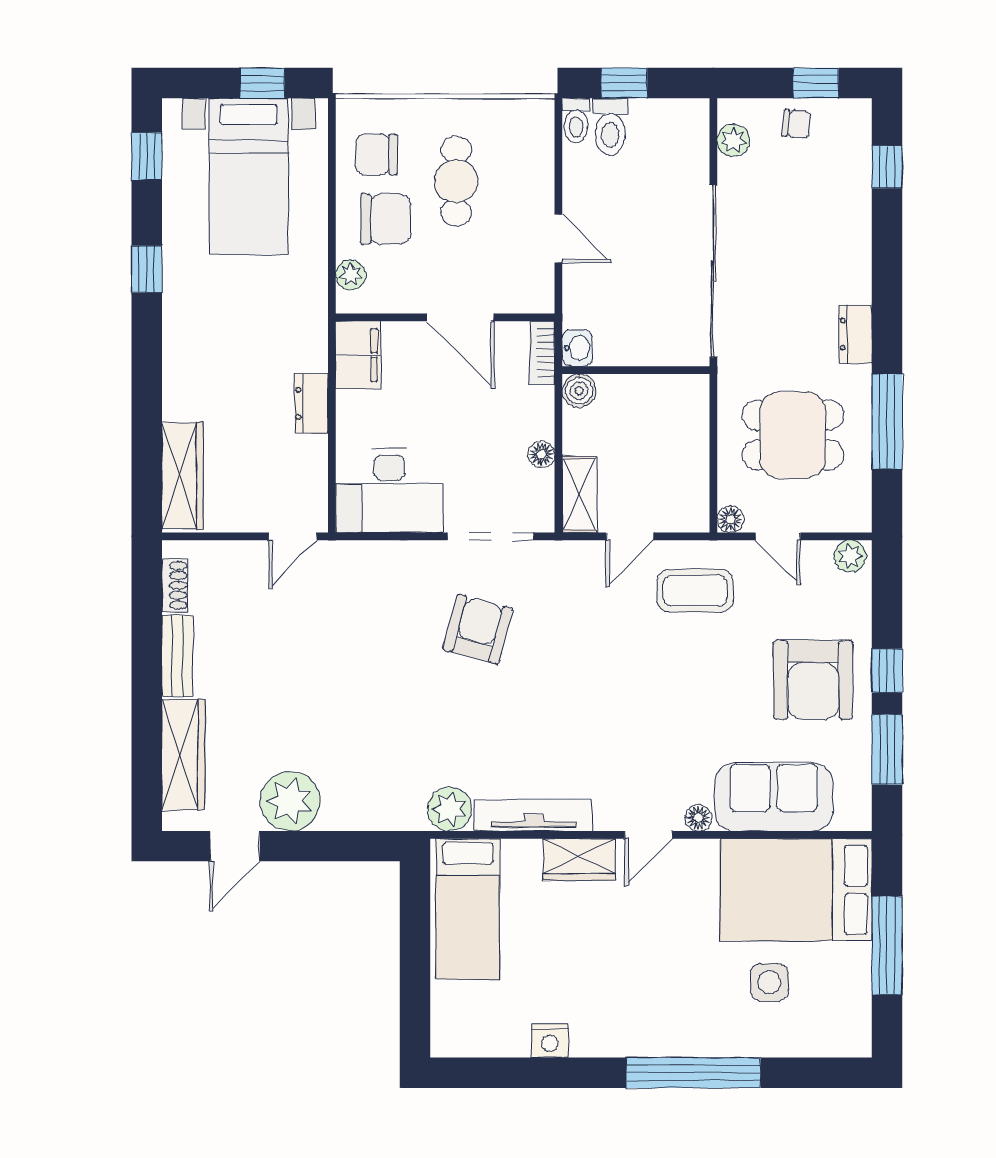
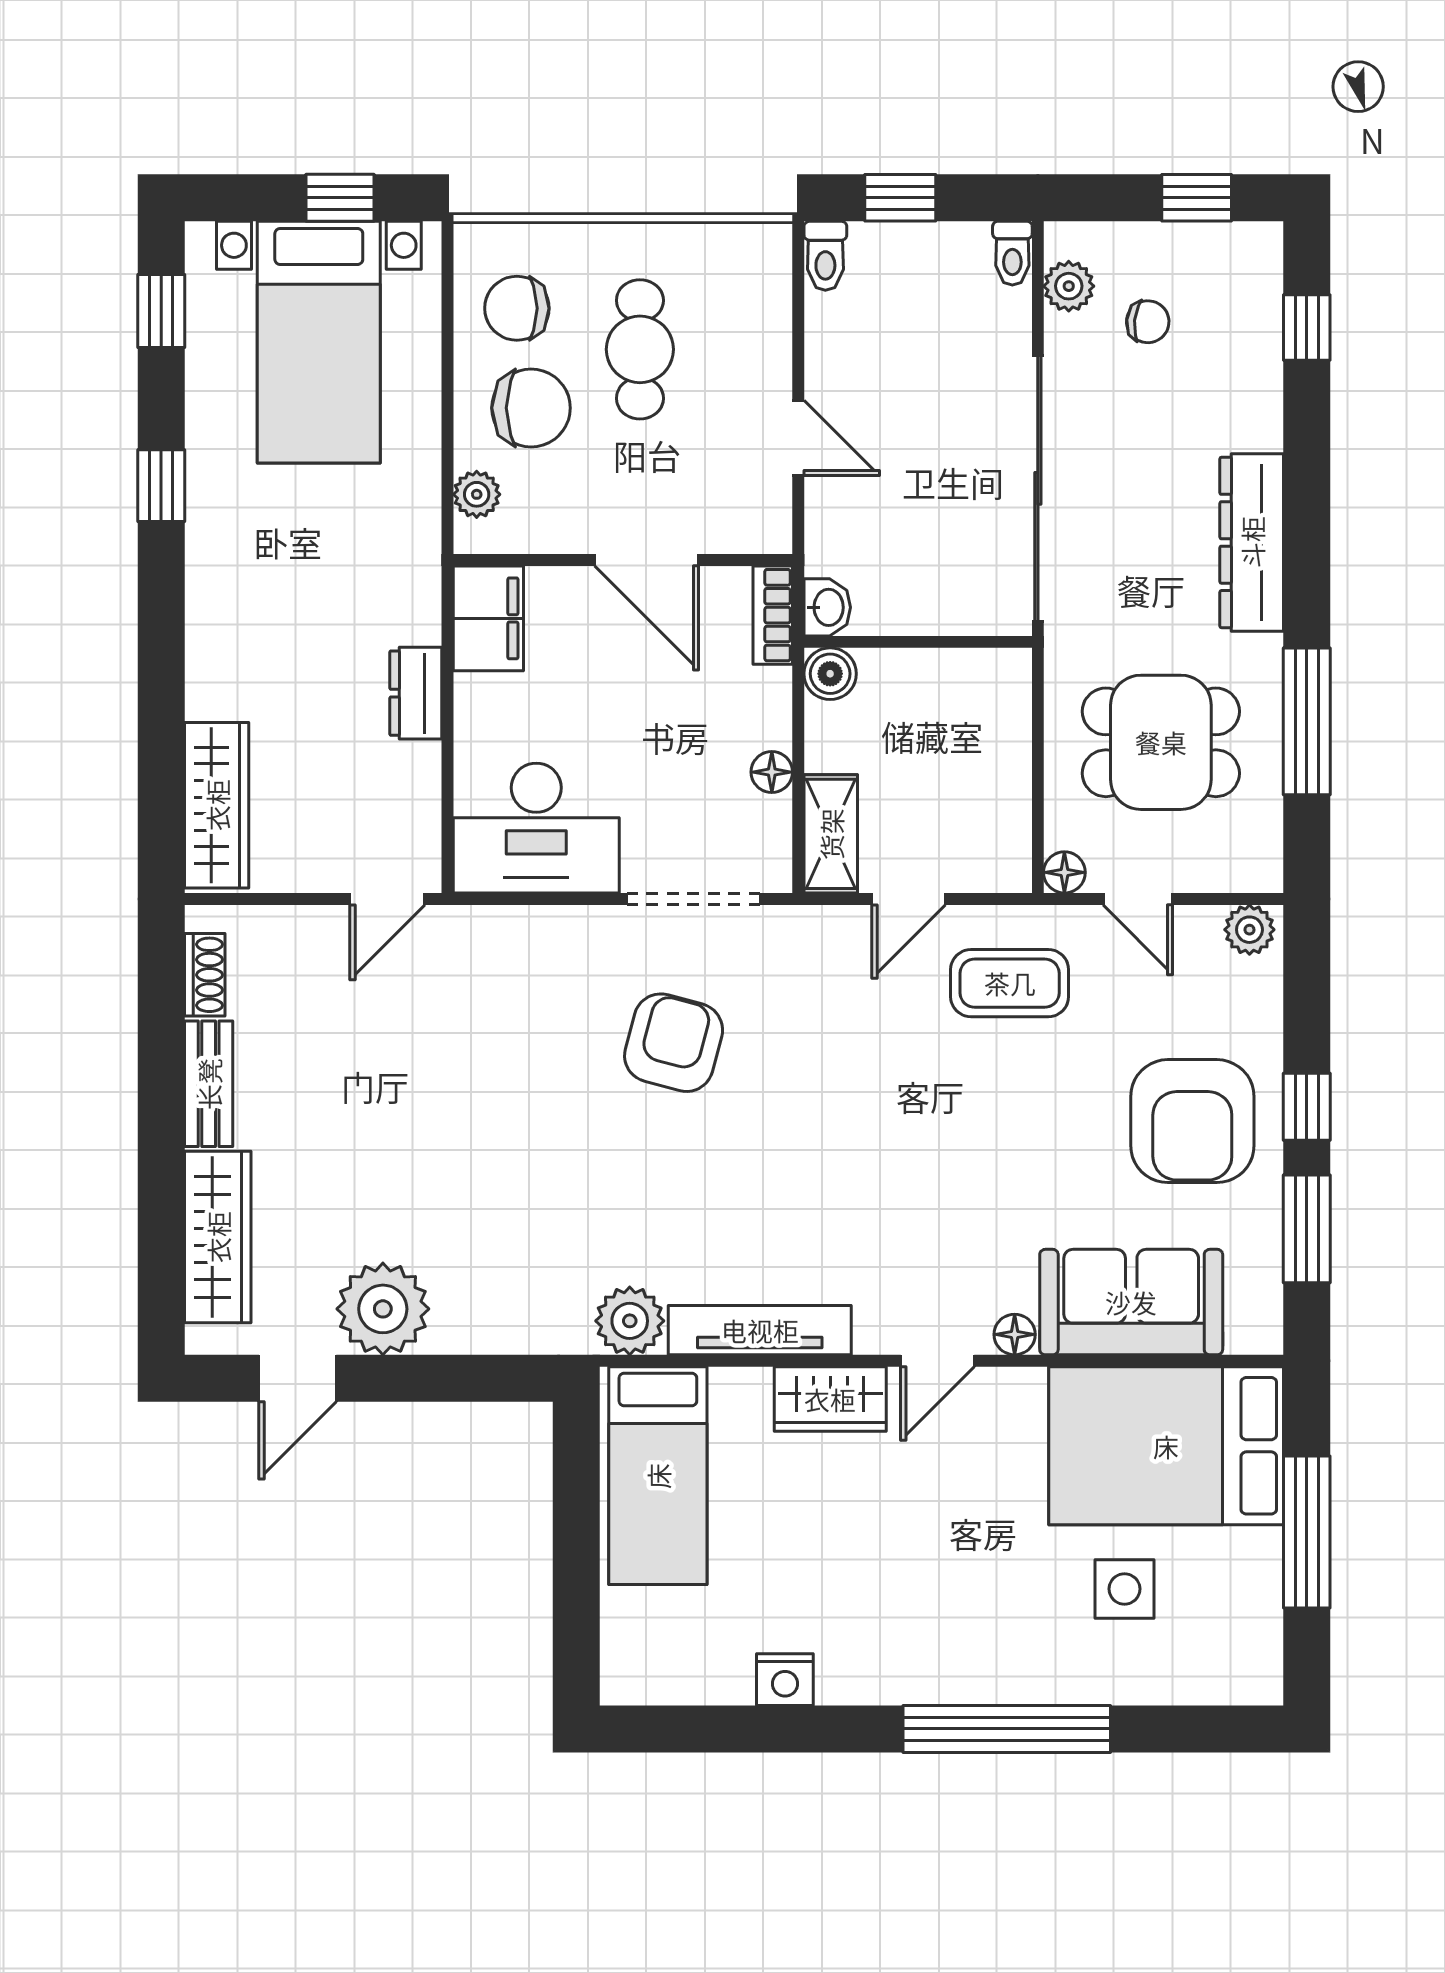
chair: (797, 124) -> (1148, 322), moved
toilet: (610, 127) -> (1012, 253), moved, width x0.73, depth x0.72
dresser: (856, 334) -> (1252, 542), width x1.96, depth x1.24

